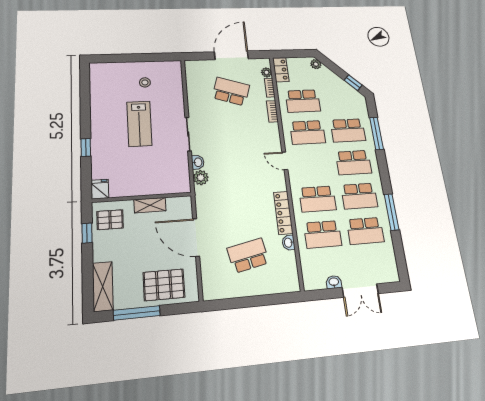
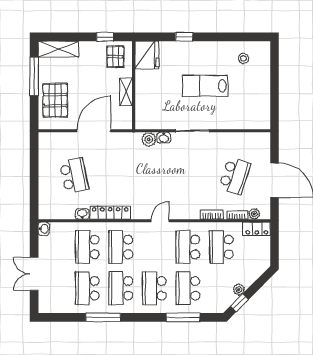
plant: (316, 64) -> (239, 290), moved
stool: (145, 82) -> (243, 58), moved
fridge: (100, 189) -> (147, 55), width x1.88, depth x1.34
washbasin: (334, 282) -> (44, 229), moved

